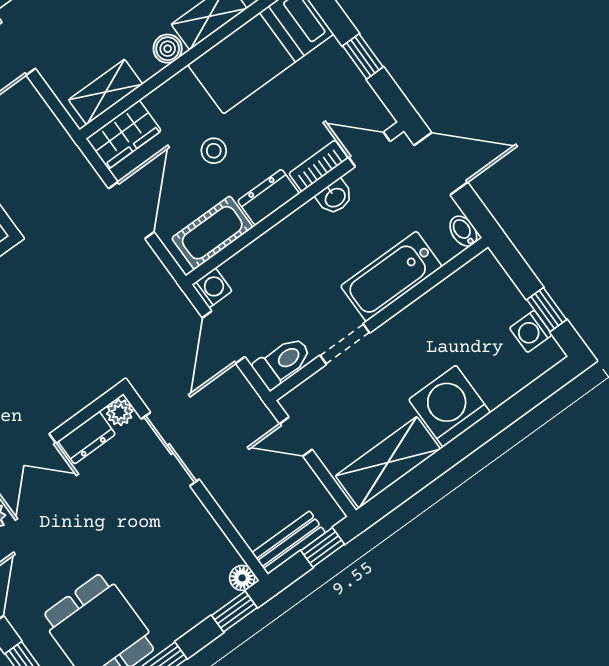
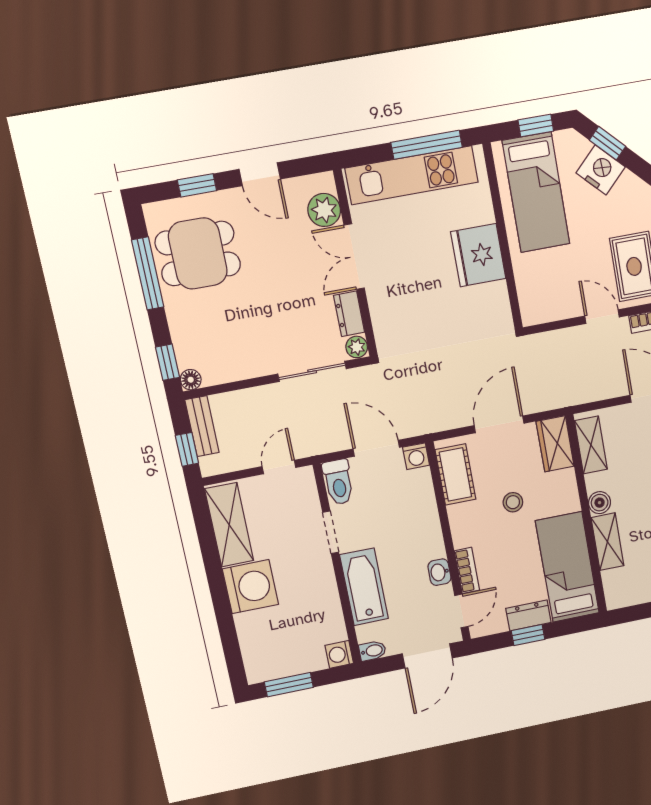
dresser: (268, 197) -> (528, 615), moved, turned -90
door: (131, 210) -> (499, 424), swing flipped
window: (547, 310) -> (289, 685), width x1.50
washing machine: (531, 331) -> (339, 654), moved, turned -90

